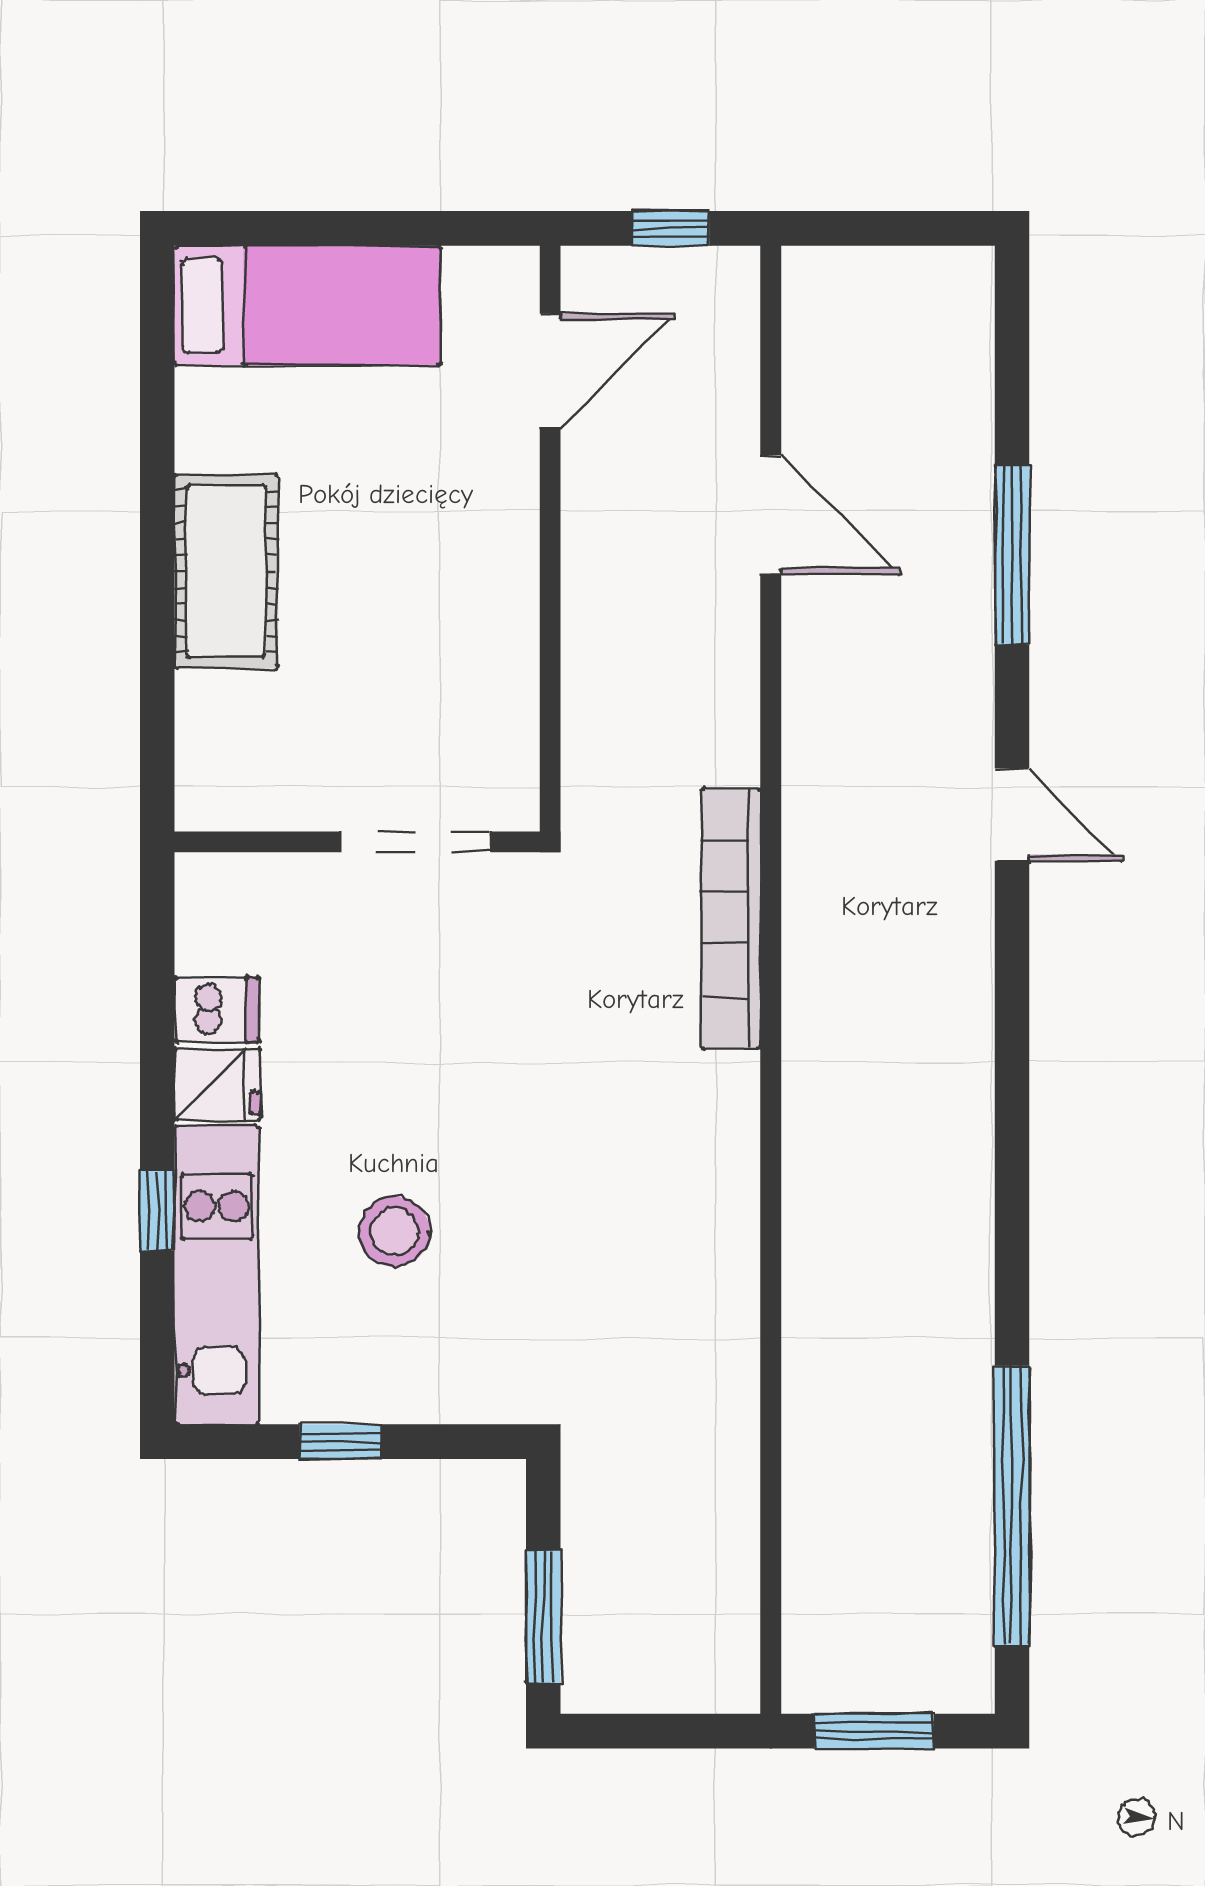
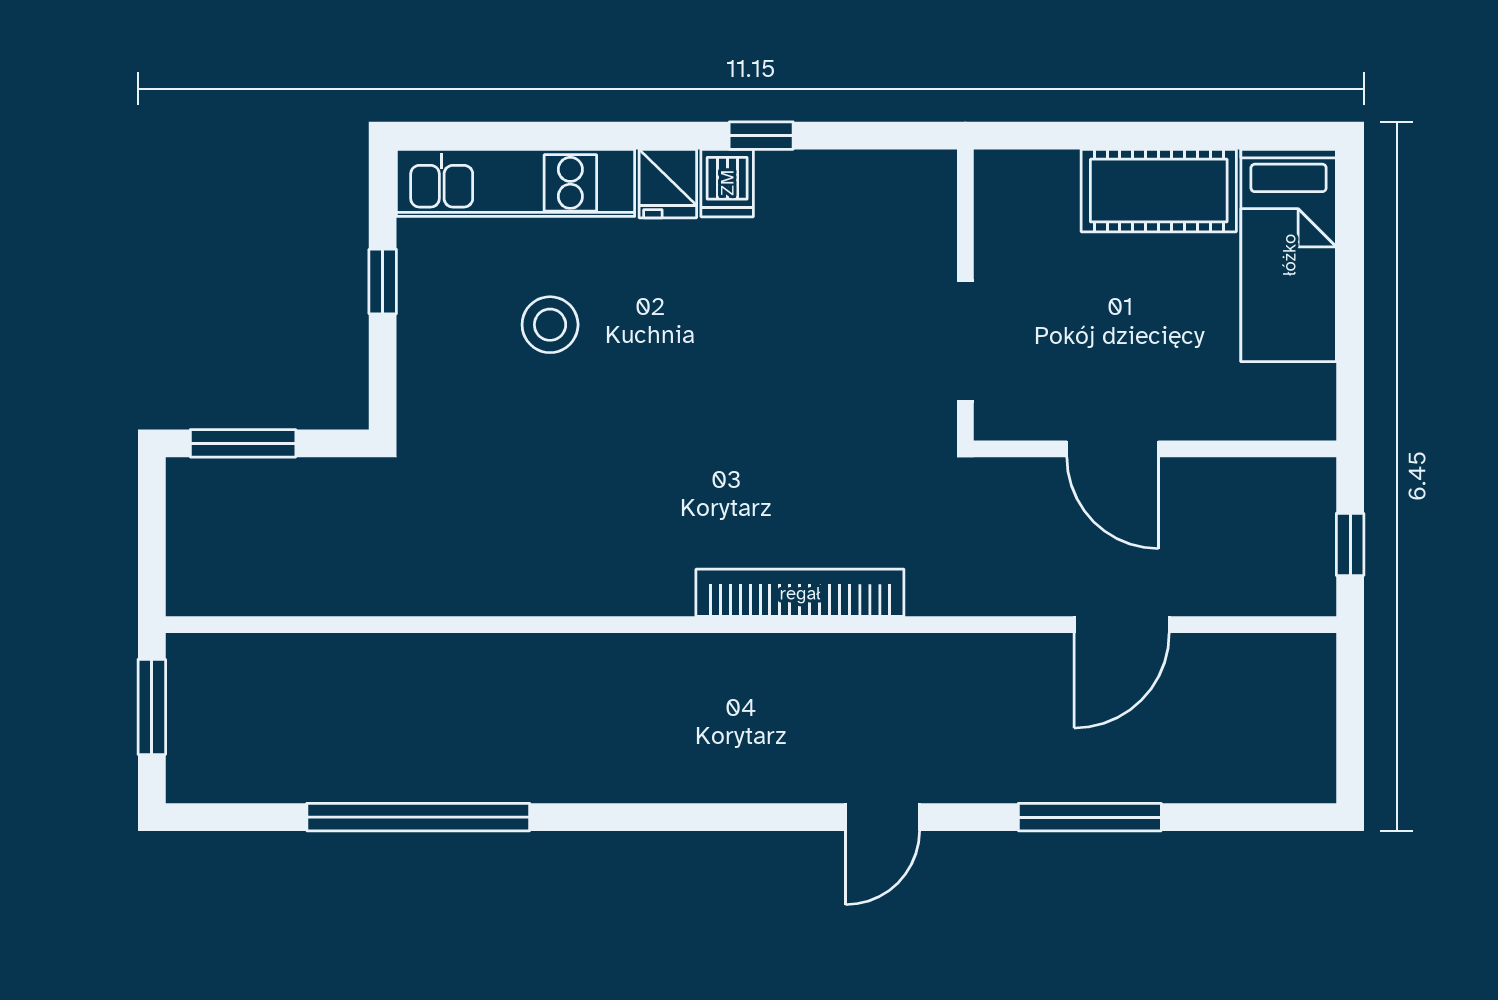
door: (550, 371) -> (1113, 449), moved
cot: (226, 571) -> (1159, 191), moved
wall: (357, 842) -> (965, 295), moved
doorway: (415, 842) -> (965, 341), moved
window: (157, 1211) -> (761, 136), moved
window: (1012, 1506) -> (418, 817), moved

